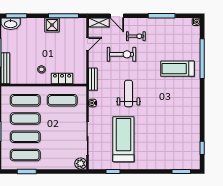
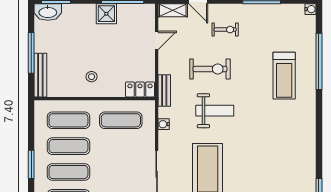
exercise bike: (122, 54) -> (210, 69), moved
treadmill: (177, 69) -> (284, 76), turned -90
locker: (62, 78) -> (140, 89), moved
weight bench: (128, 93) -> (215, 111), turned 90

